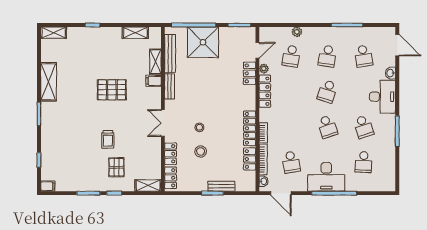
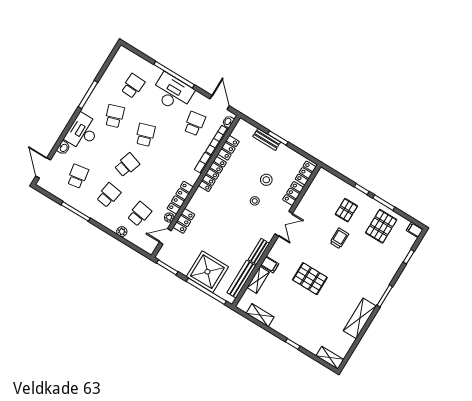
pallet: (78, 172) -> (381, 226), added
shelving: (148, 185) -> (329, 178), removed

